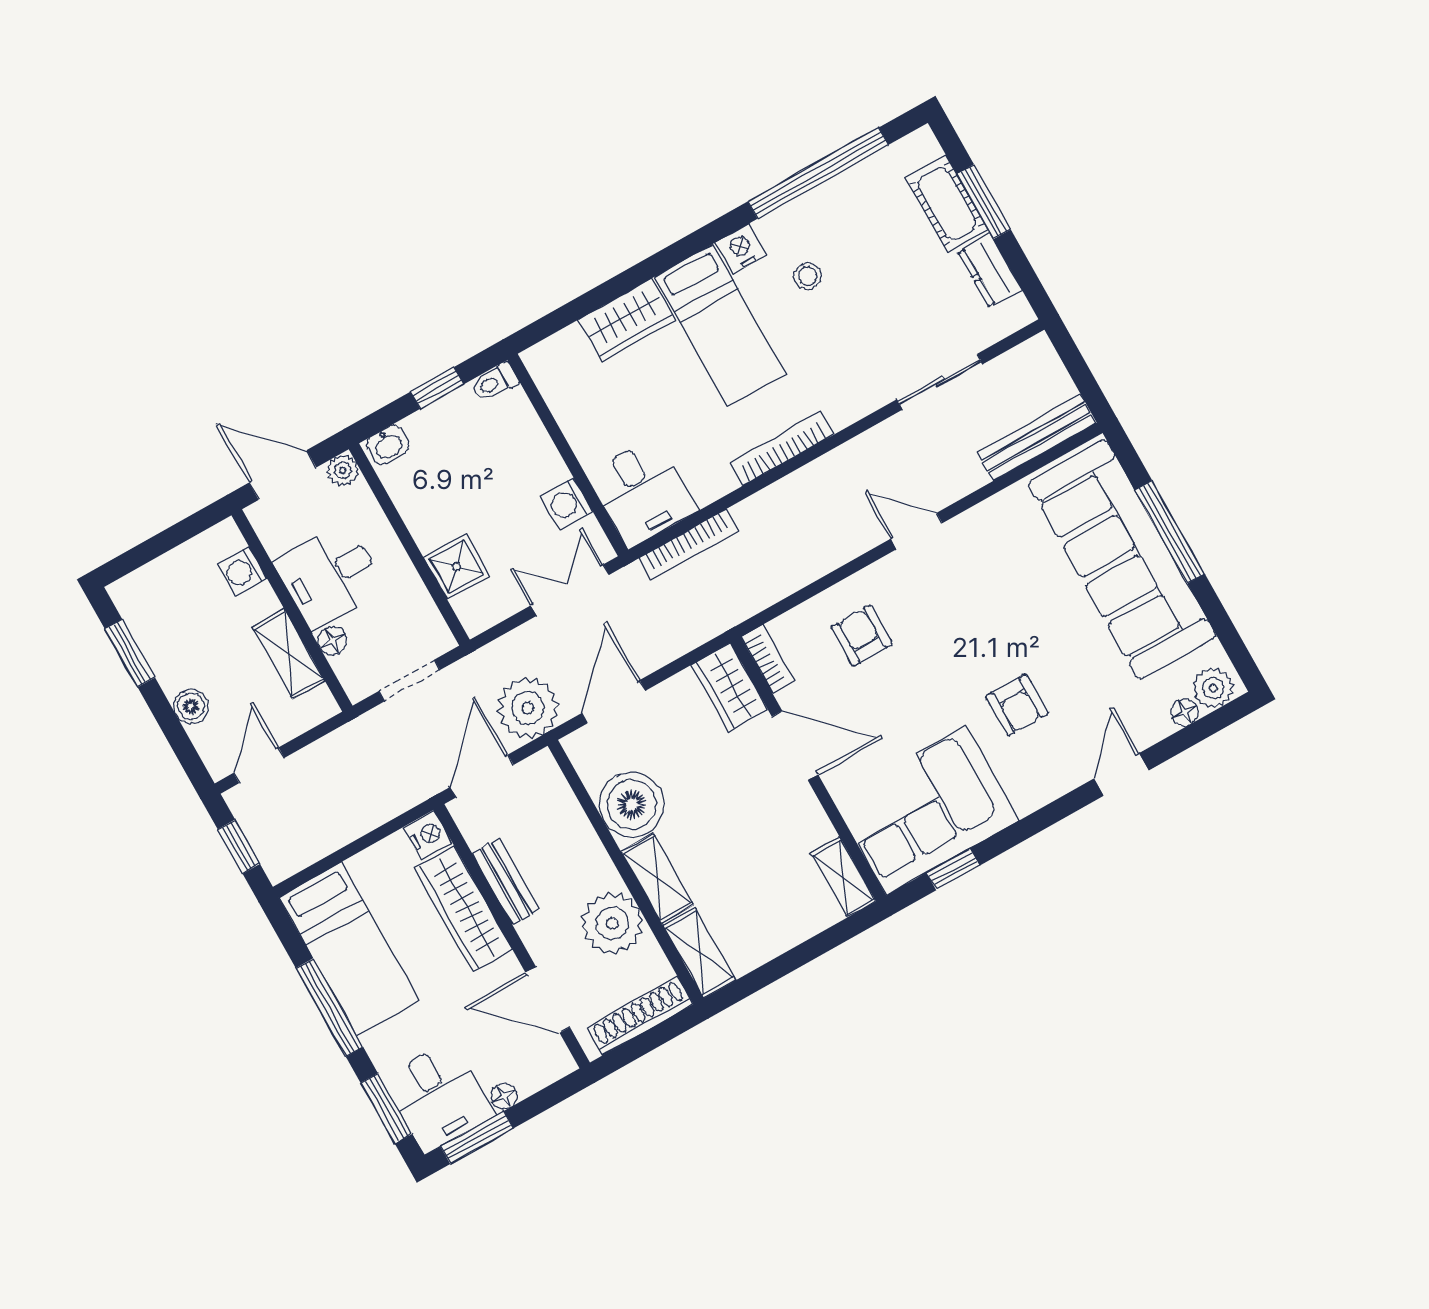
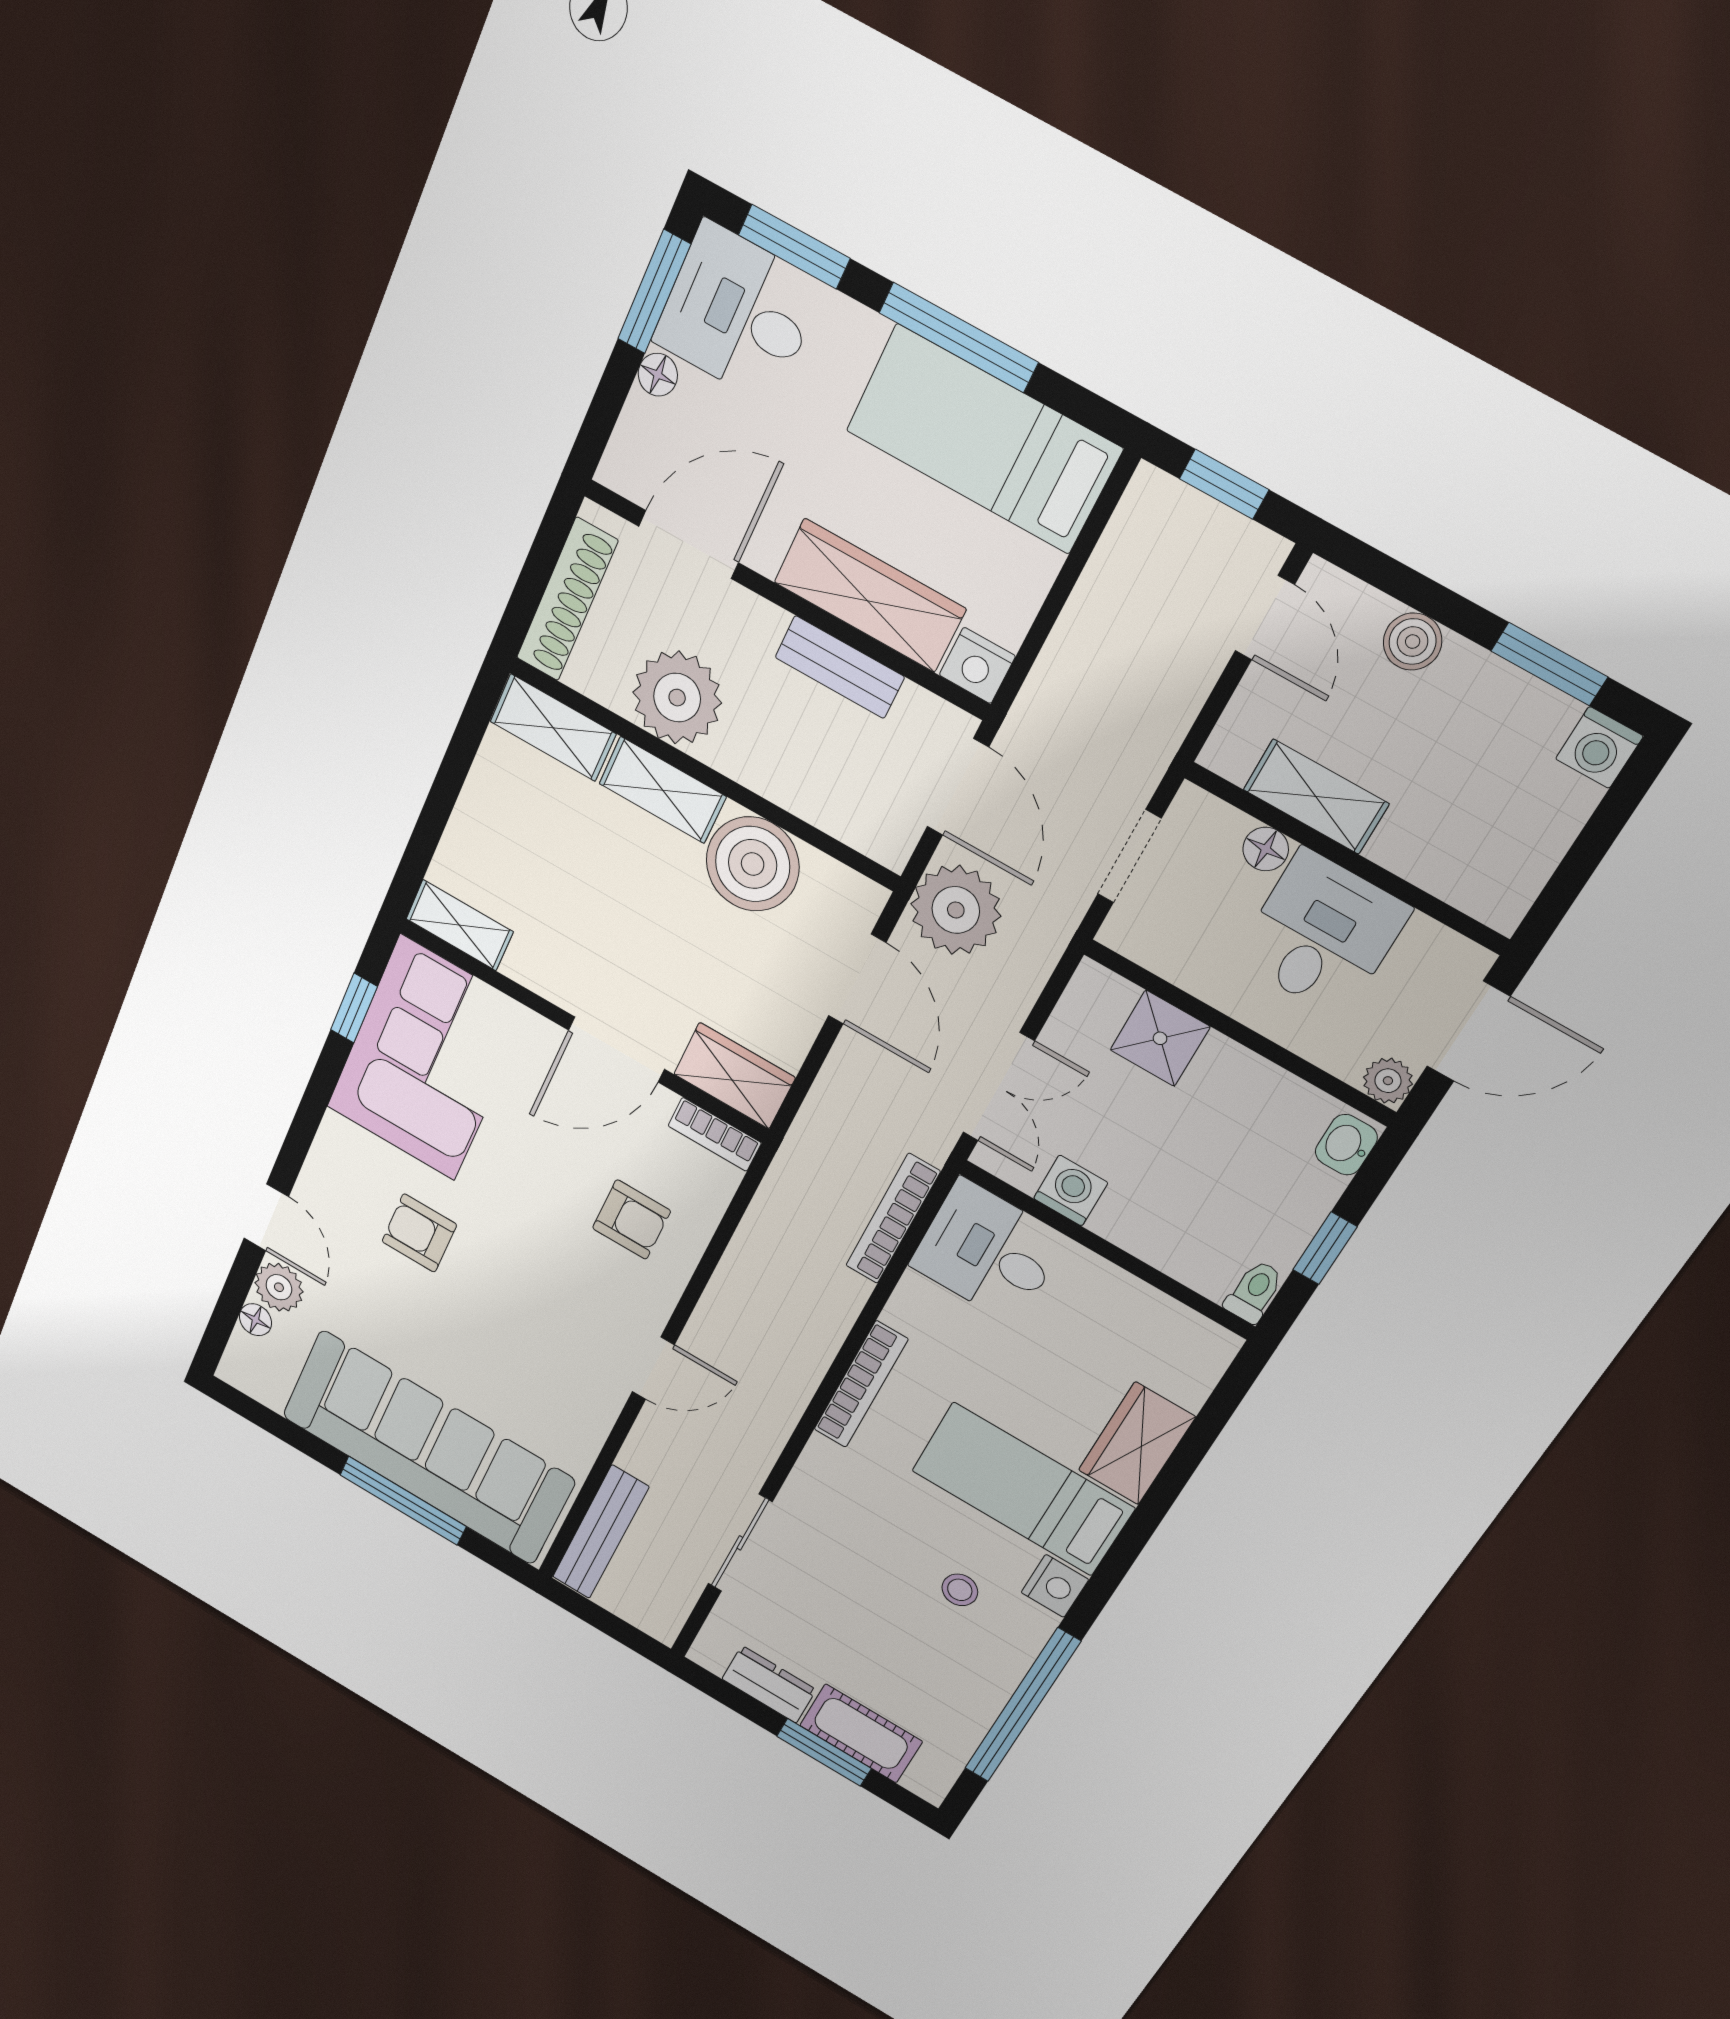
washing machine: (242, 571) -> (1599, 748), moved, turned 180
plant: (1213, 688) -> (279, 1287), moved

